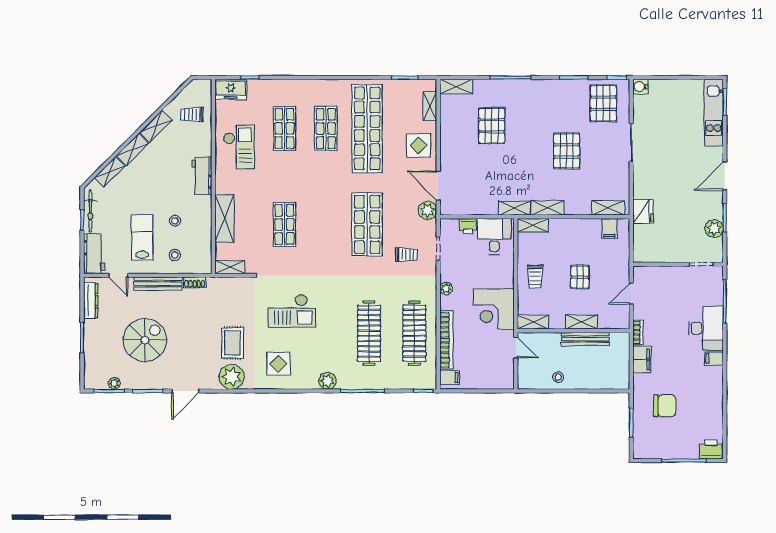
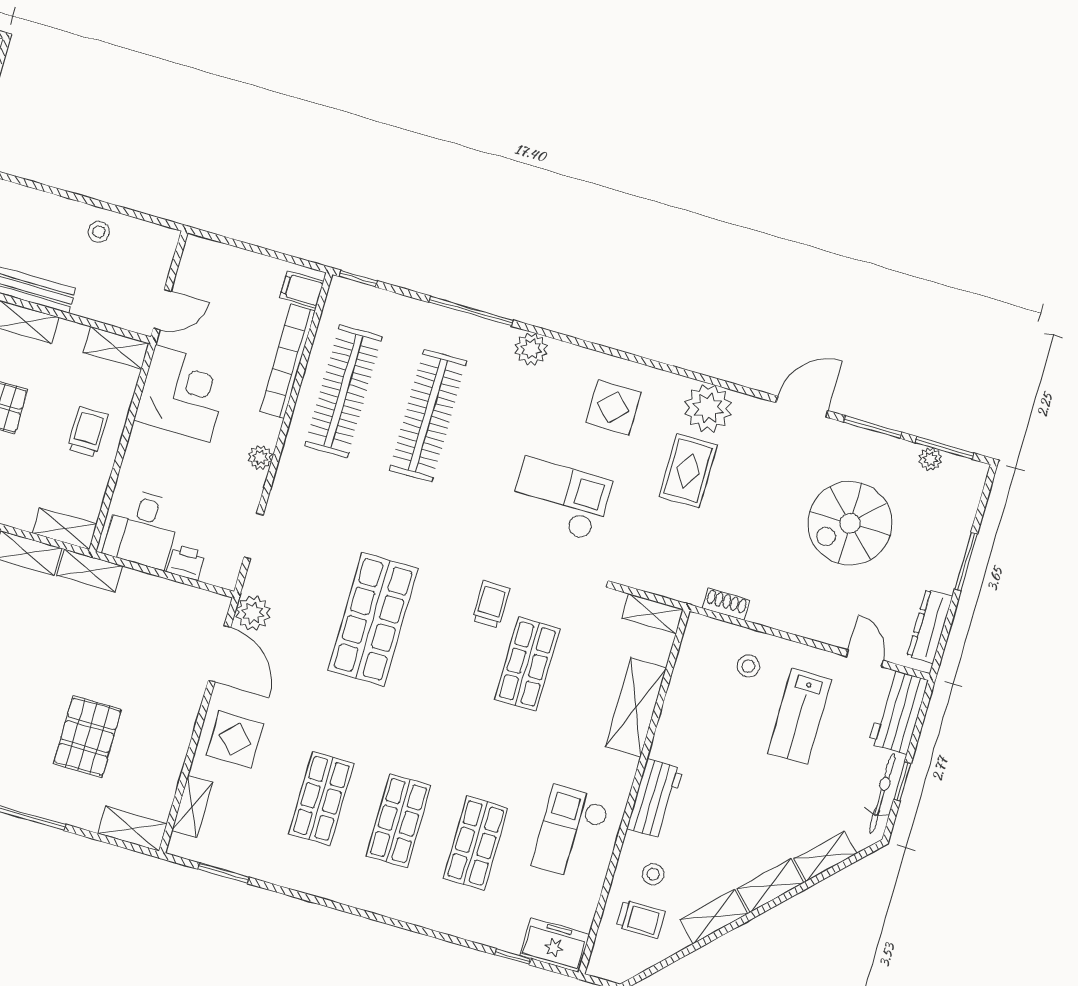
shop shelf: (367, 128) -> (321, 798), width x0.50, depth x0.74
stool: (175, 221) -> (653, 874), moved
trolley: (406, 254) -> (491, 604), moved, turned 90
bench: (158, 284) -> (795, 621), removed
door: (516, 348) -> (162, 310), swing flipped

